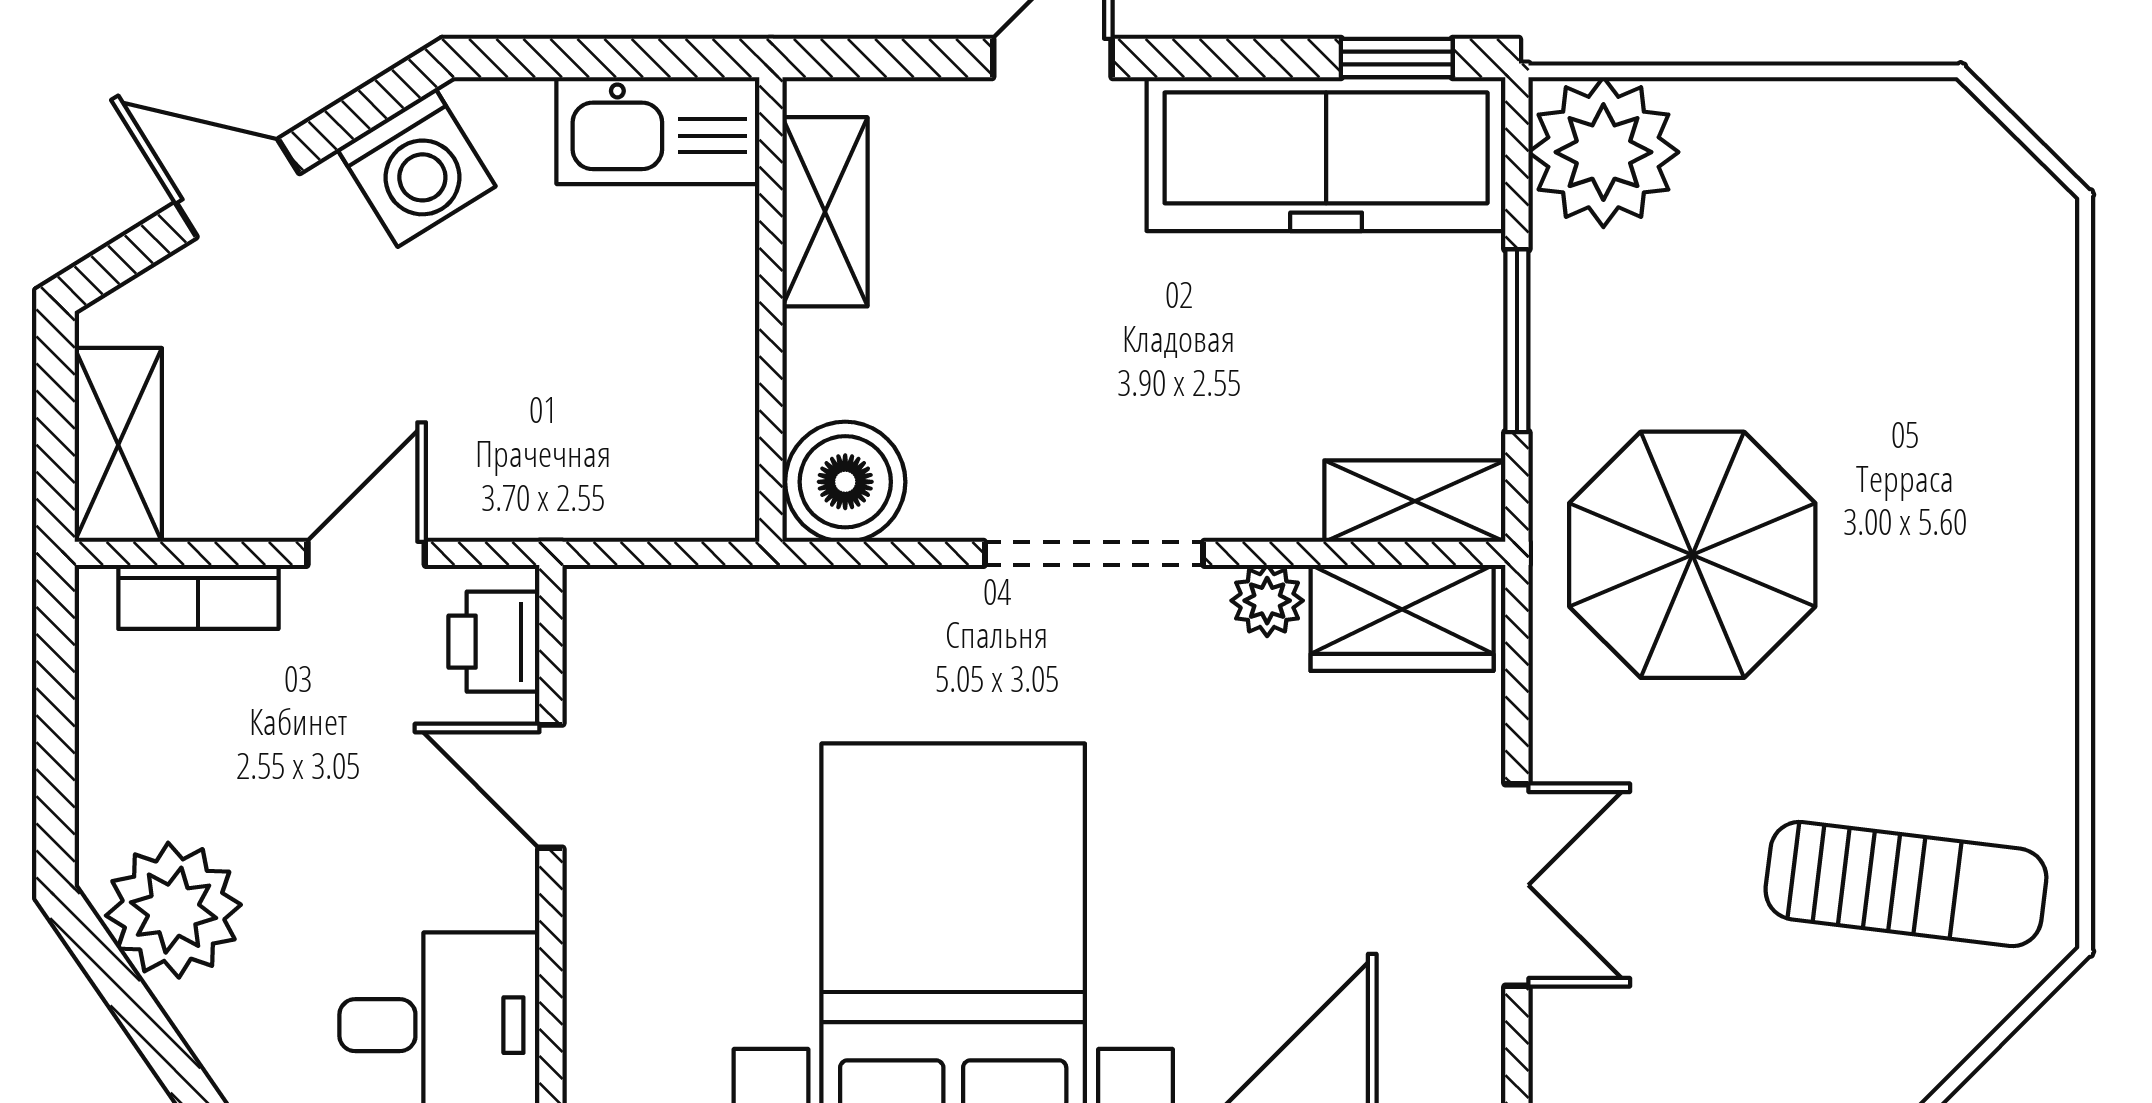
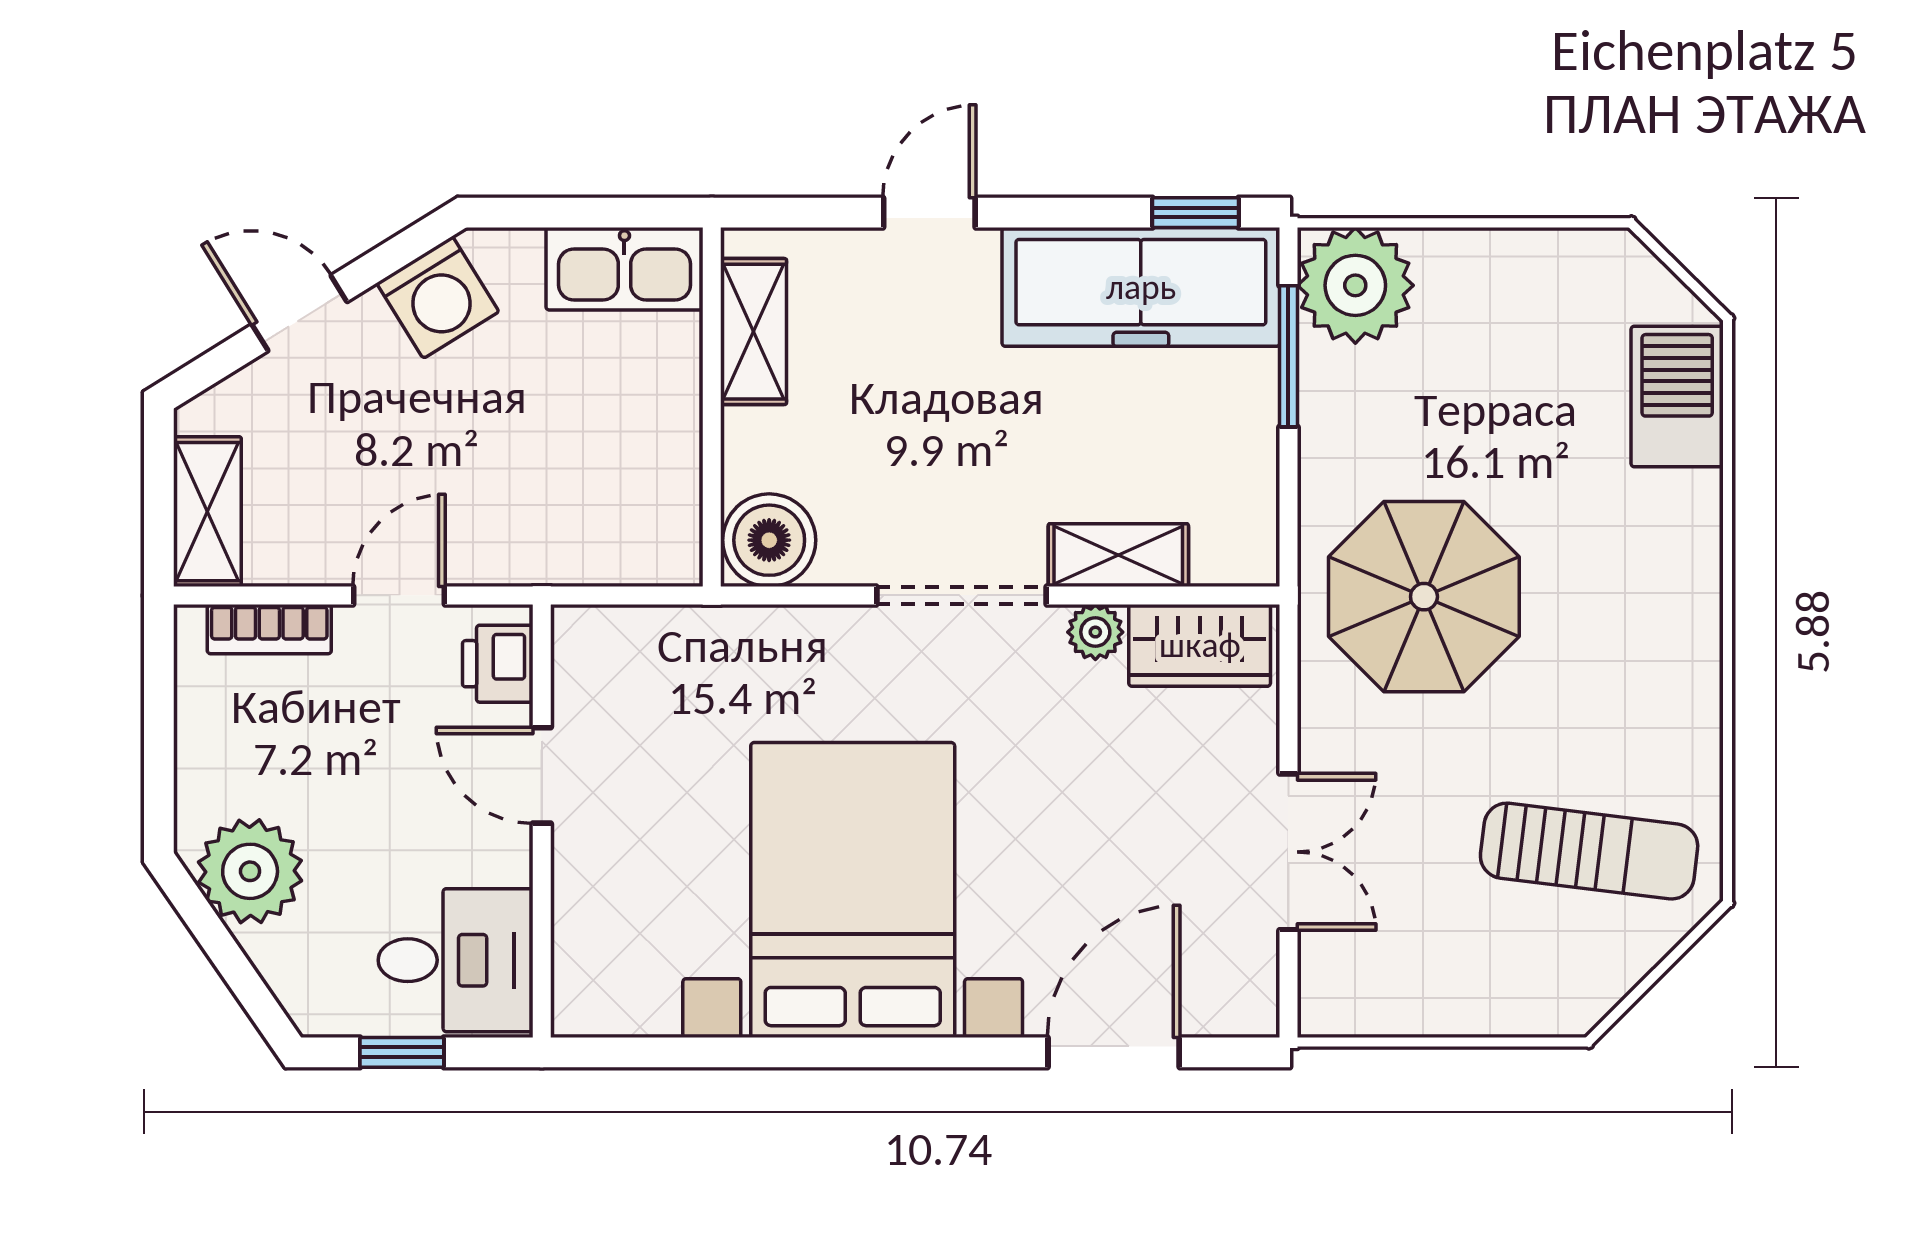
barbecue: (2020, 296) -> (1677, 396), added
window: (1517, 341) -> (1288, 356), moved
shelving: (1415, 501) -> (1118, 555), moved

